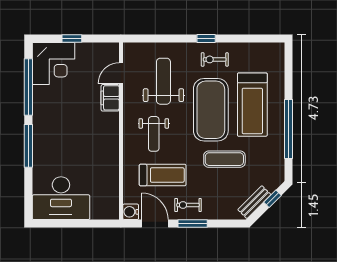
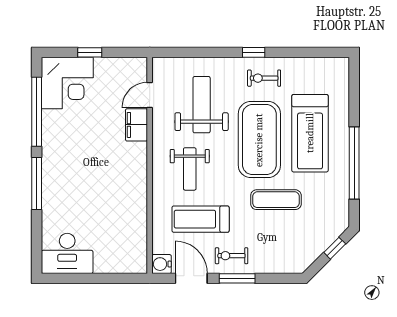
treadmill: (163, 175) -> (201, 219), turned 180
desk: (61, 198) -> (67, 253), width x0.73, depth x0.77
bench: (254, 202) -> (313, 252), removed

